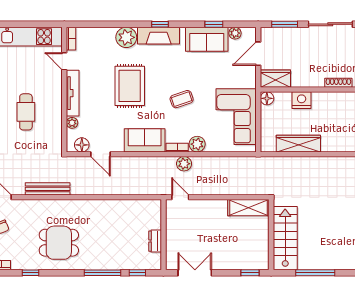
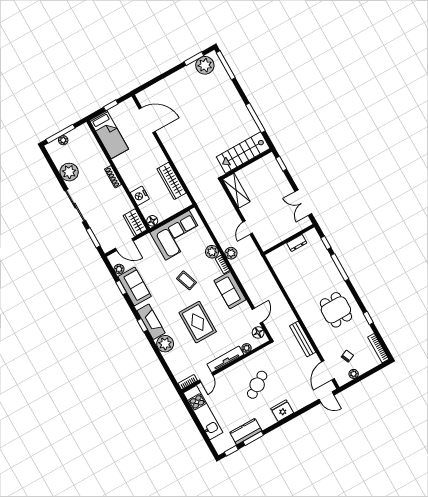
rug: (130, 86) -> (198, 322), turned 90
cafe table: (26, 112) -> (257, 385), turned -33
door: (180, 197) -> (248, 228), moved

